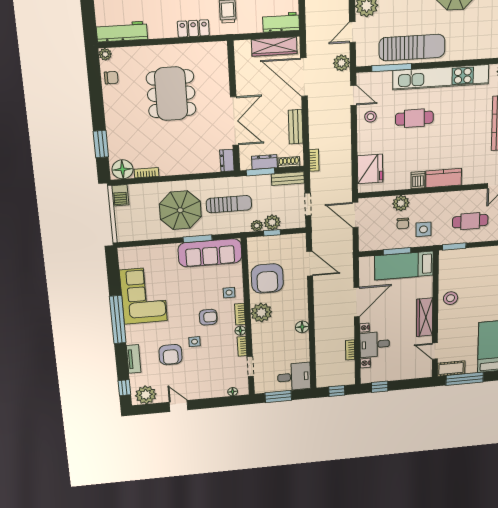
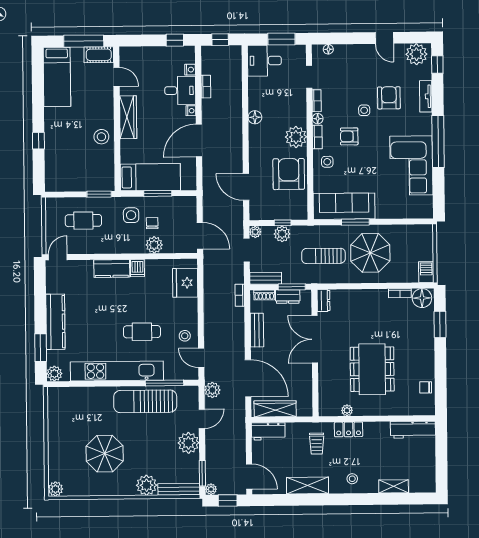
plant: (105, 54) -> (347, 410), moved
plant: (257, 226) -> (255, 232), moved

